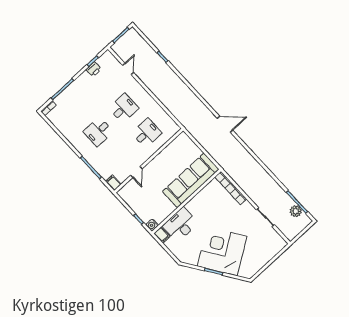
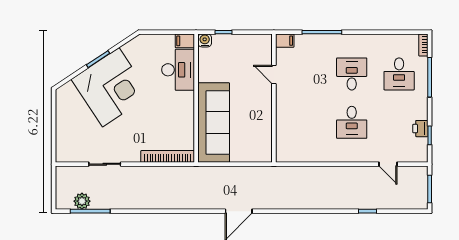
desk: (147, 133) -> (399, 74), moved

